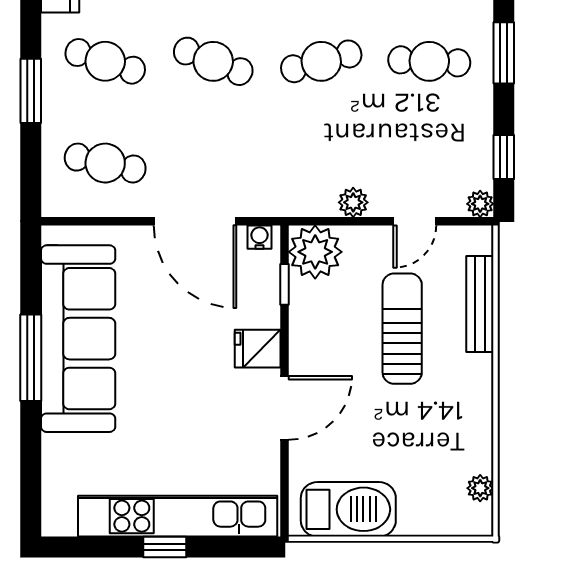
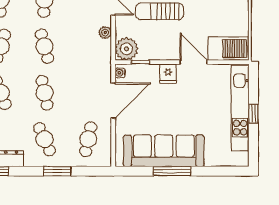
cafe table: (105, 61) -> (44, 139), turned -42
cafe table: (213, 61) -> (44, 93), turned -33
barbecue: (348, 509) -> (229, 49), moved, turned 90

